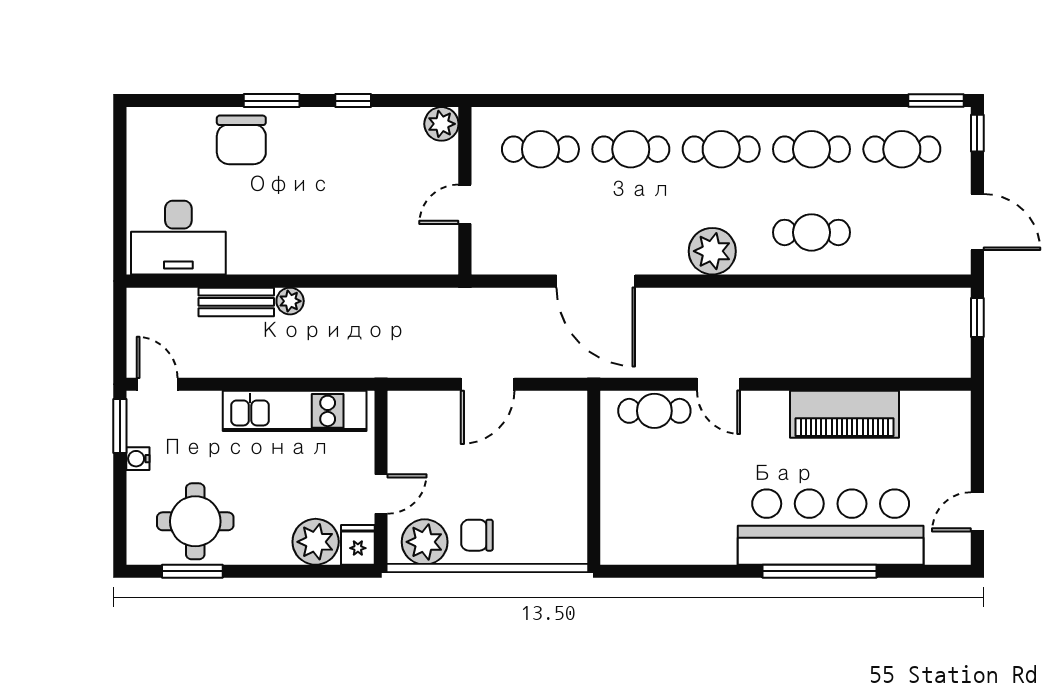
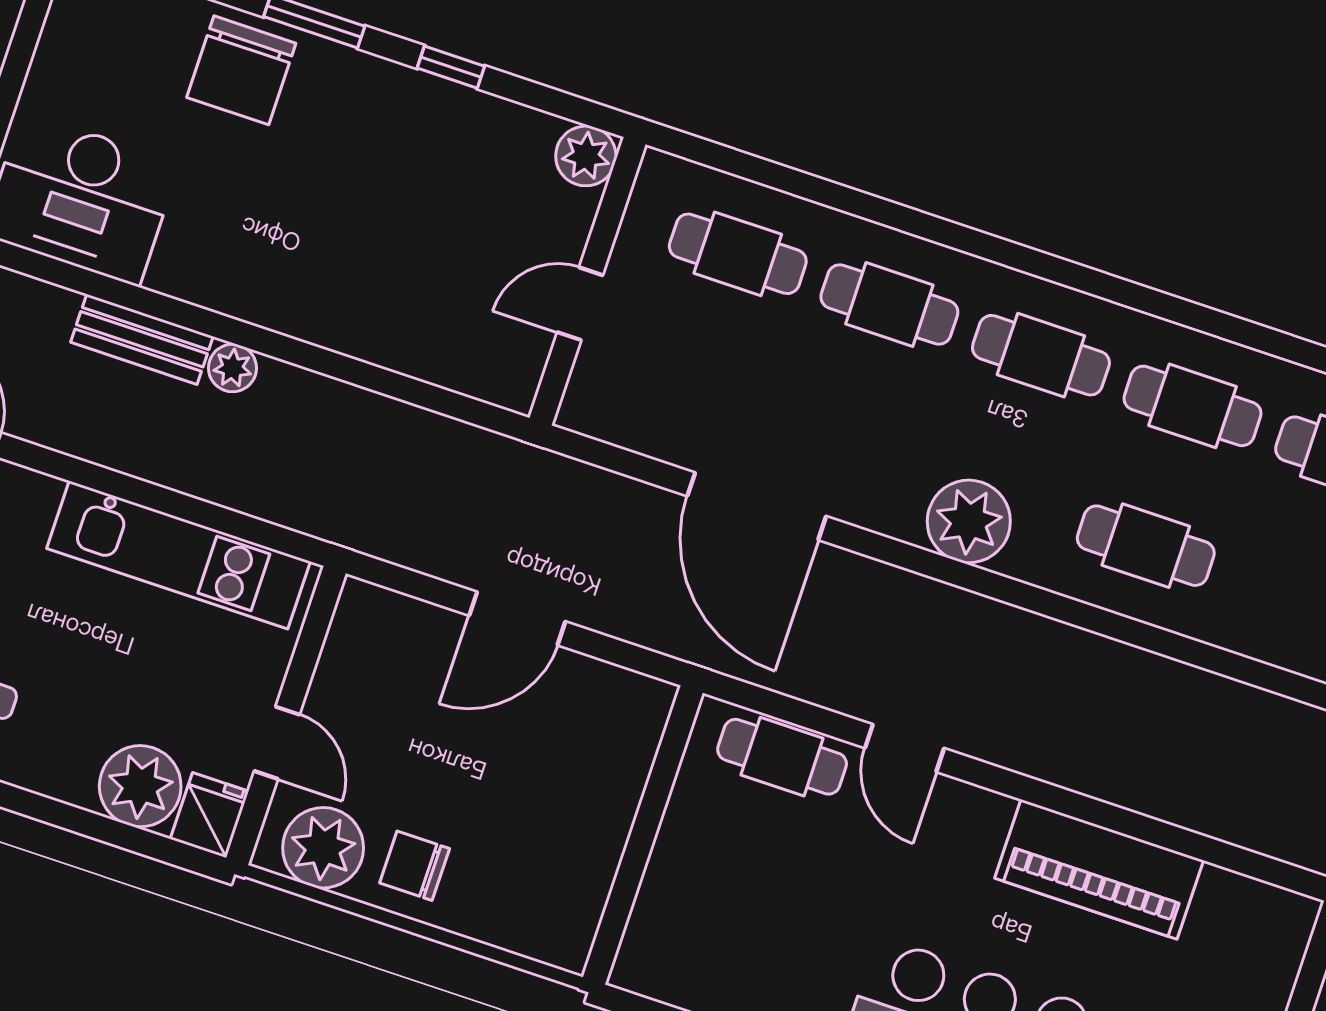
door: (381, 494) -> (277, 743), hinge flipped

